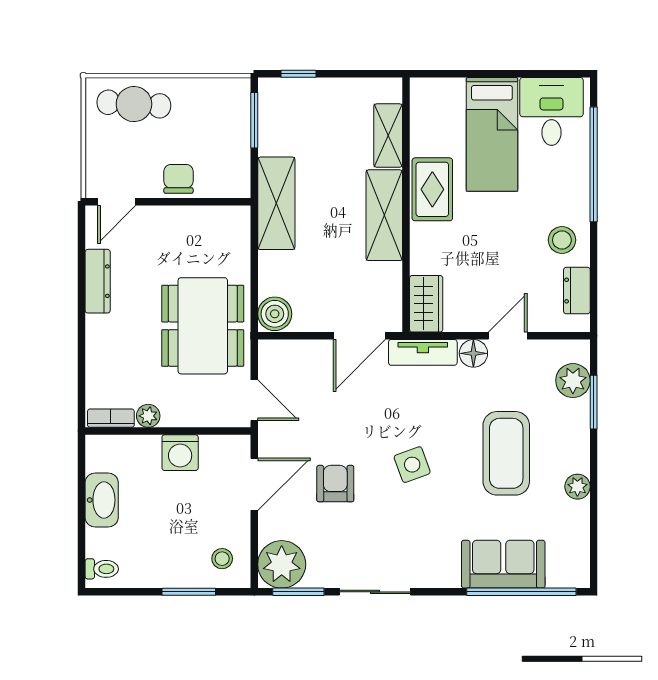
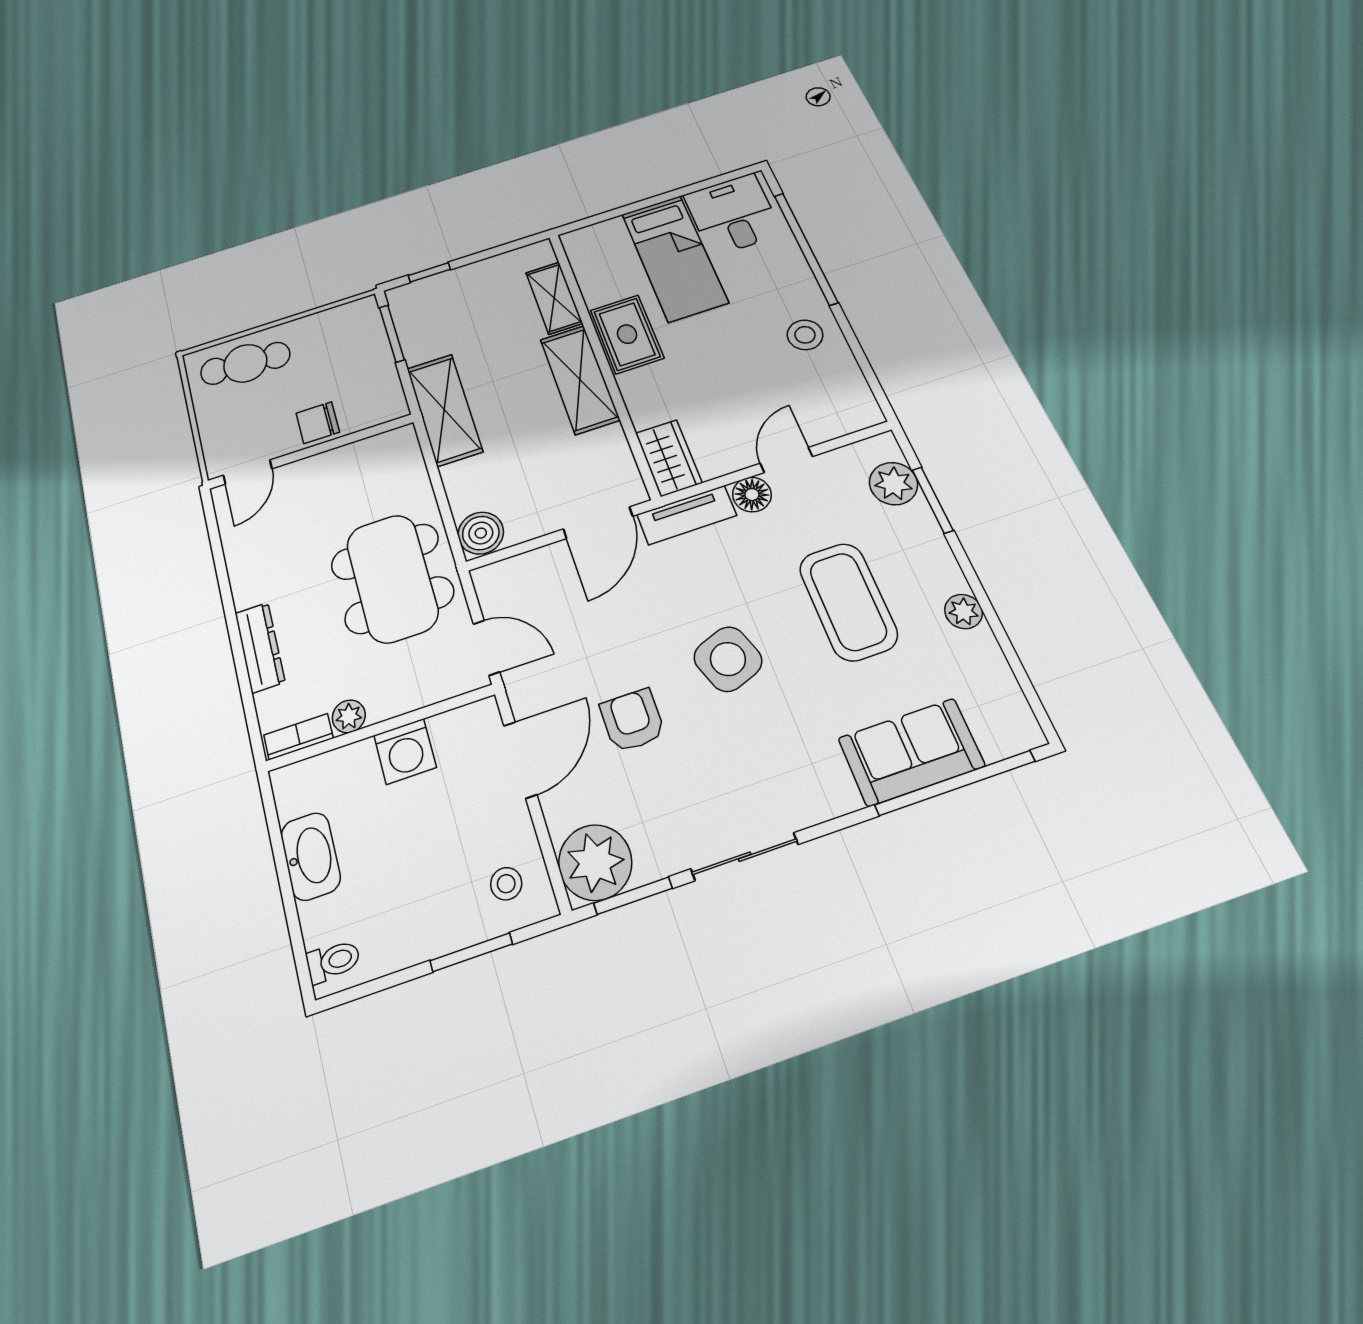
chair: (178, 179) -> (318, 423), turned -90
dresser: (98, 281) -> (260, 647), moved
dresser: (577, 291) -> (849, 382), removed
side table: (412, 465) -> (728, 659), width x1.37, depth x1.37

